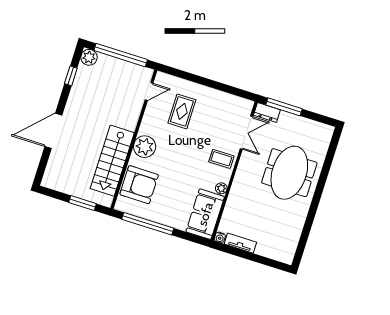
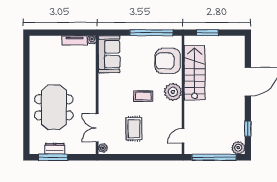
window: (284, 107) -> (53, 157), moved
rug: (182, 111) -> (134, 129), moved
dresser: (267, 112) -> (55, 149), moved
coffee table: (221, 159) -> (143, 96), moved
plant: (221, 188) -> (103, 148), moved

